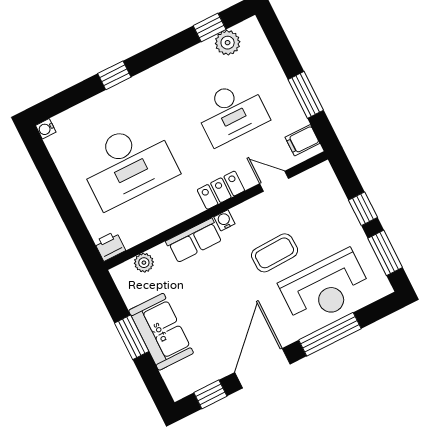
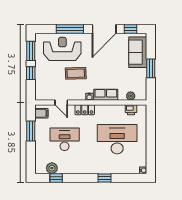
printer: (110, 246) -> (131, 110), moved
sofa: (161, 332) -> (138, 52), moved

